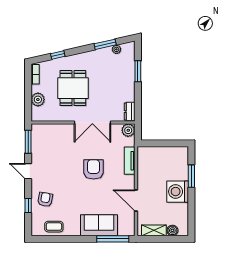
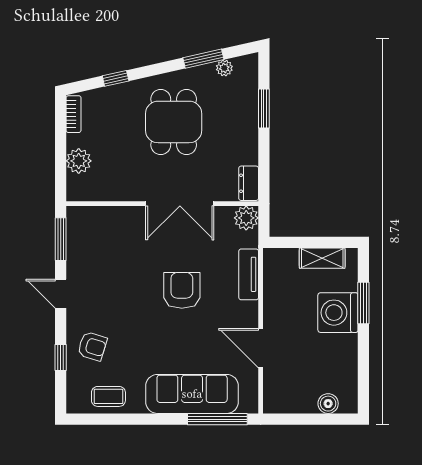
dining table: (73, 88) -> (174, 122), moved
washing machine: (178, 192) -> (338, 313), moved
armchair: (45, 199) -> (92, 346), turned 97
sofa: (99, 225) -> (192, 394), width x1.36
shelving: (154, 230) -> (322, 258), moved

